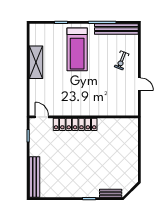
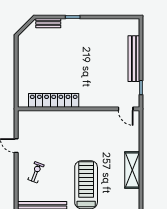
locker: (75, 124) -> (54, 100), moved
bench: (34, 177) -> (134, 59), moved

